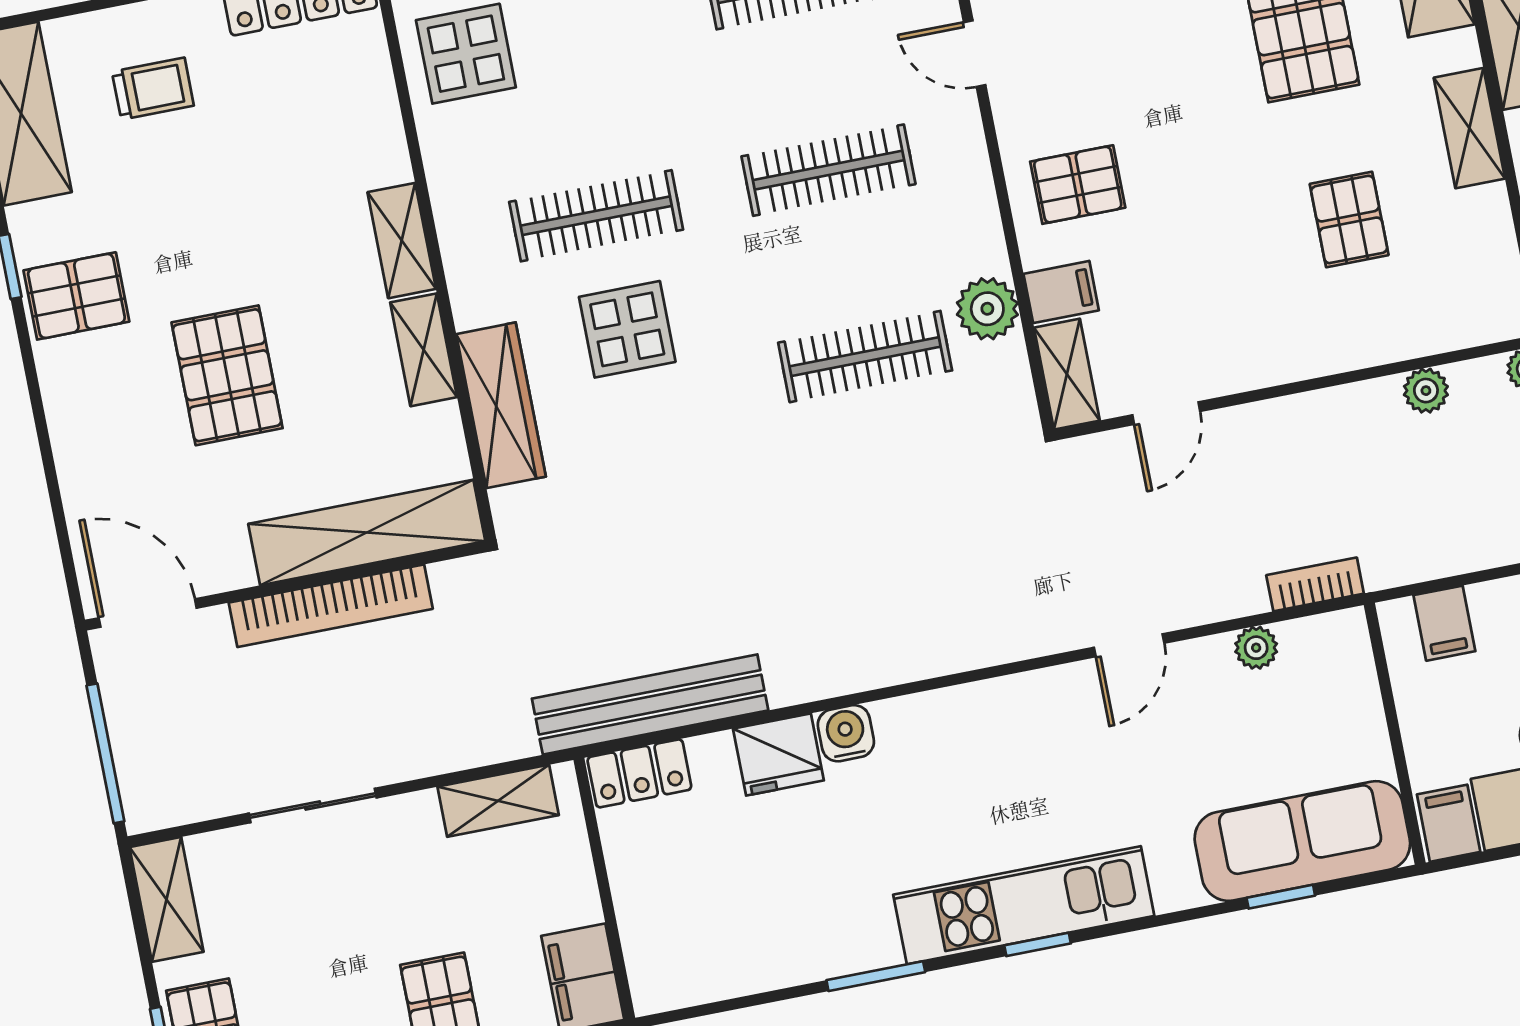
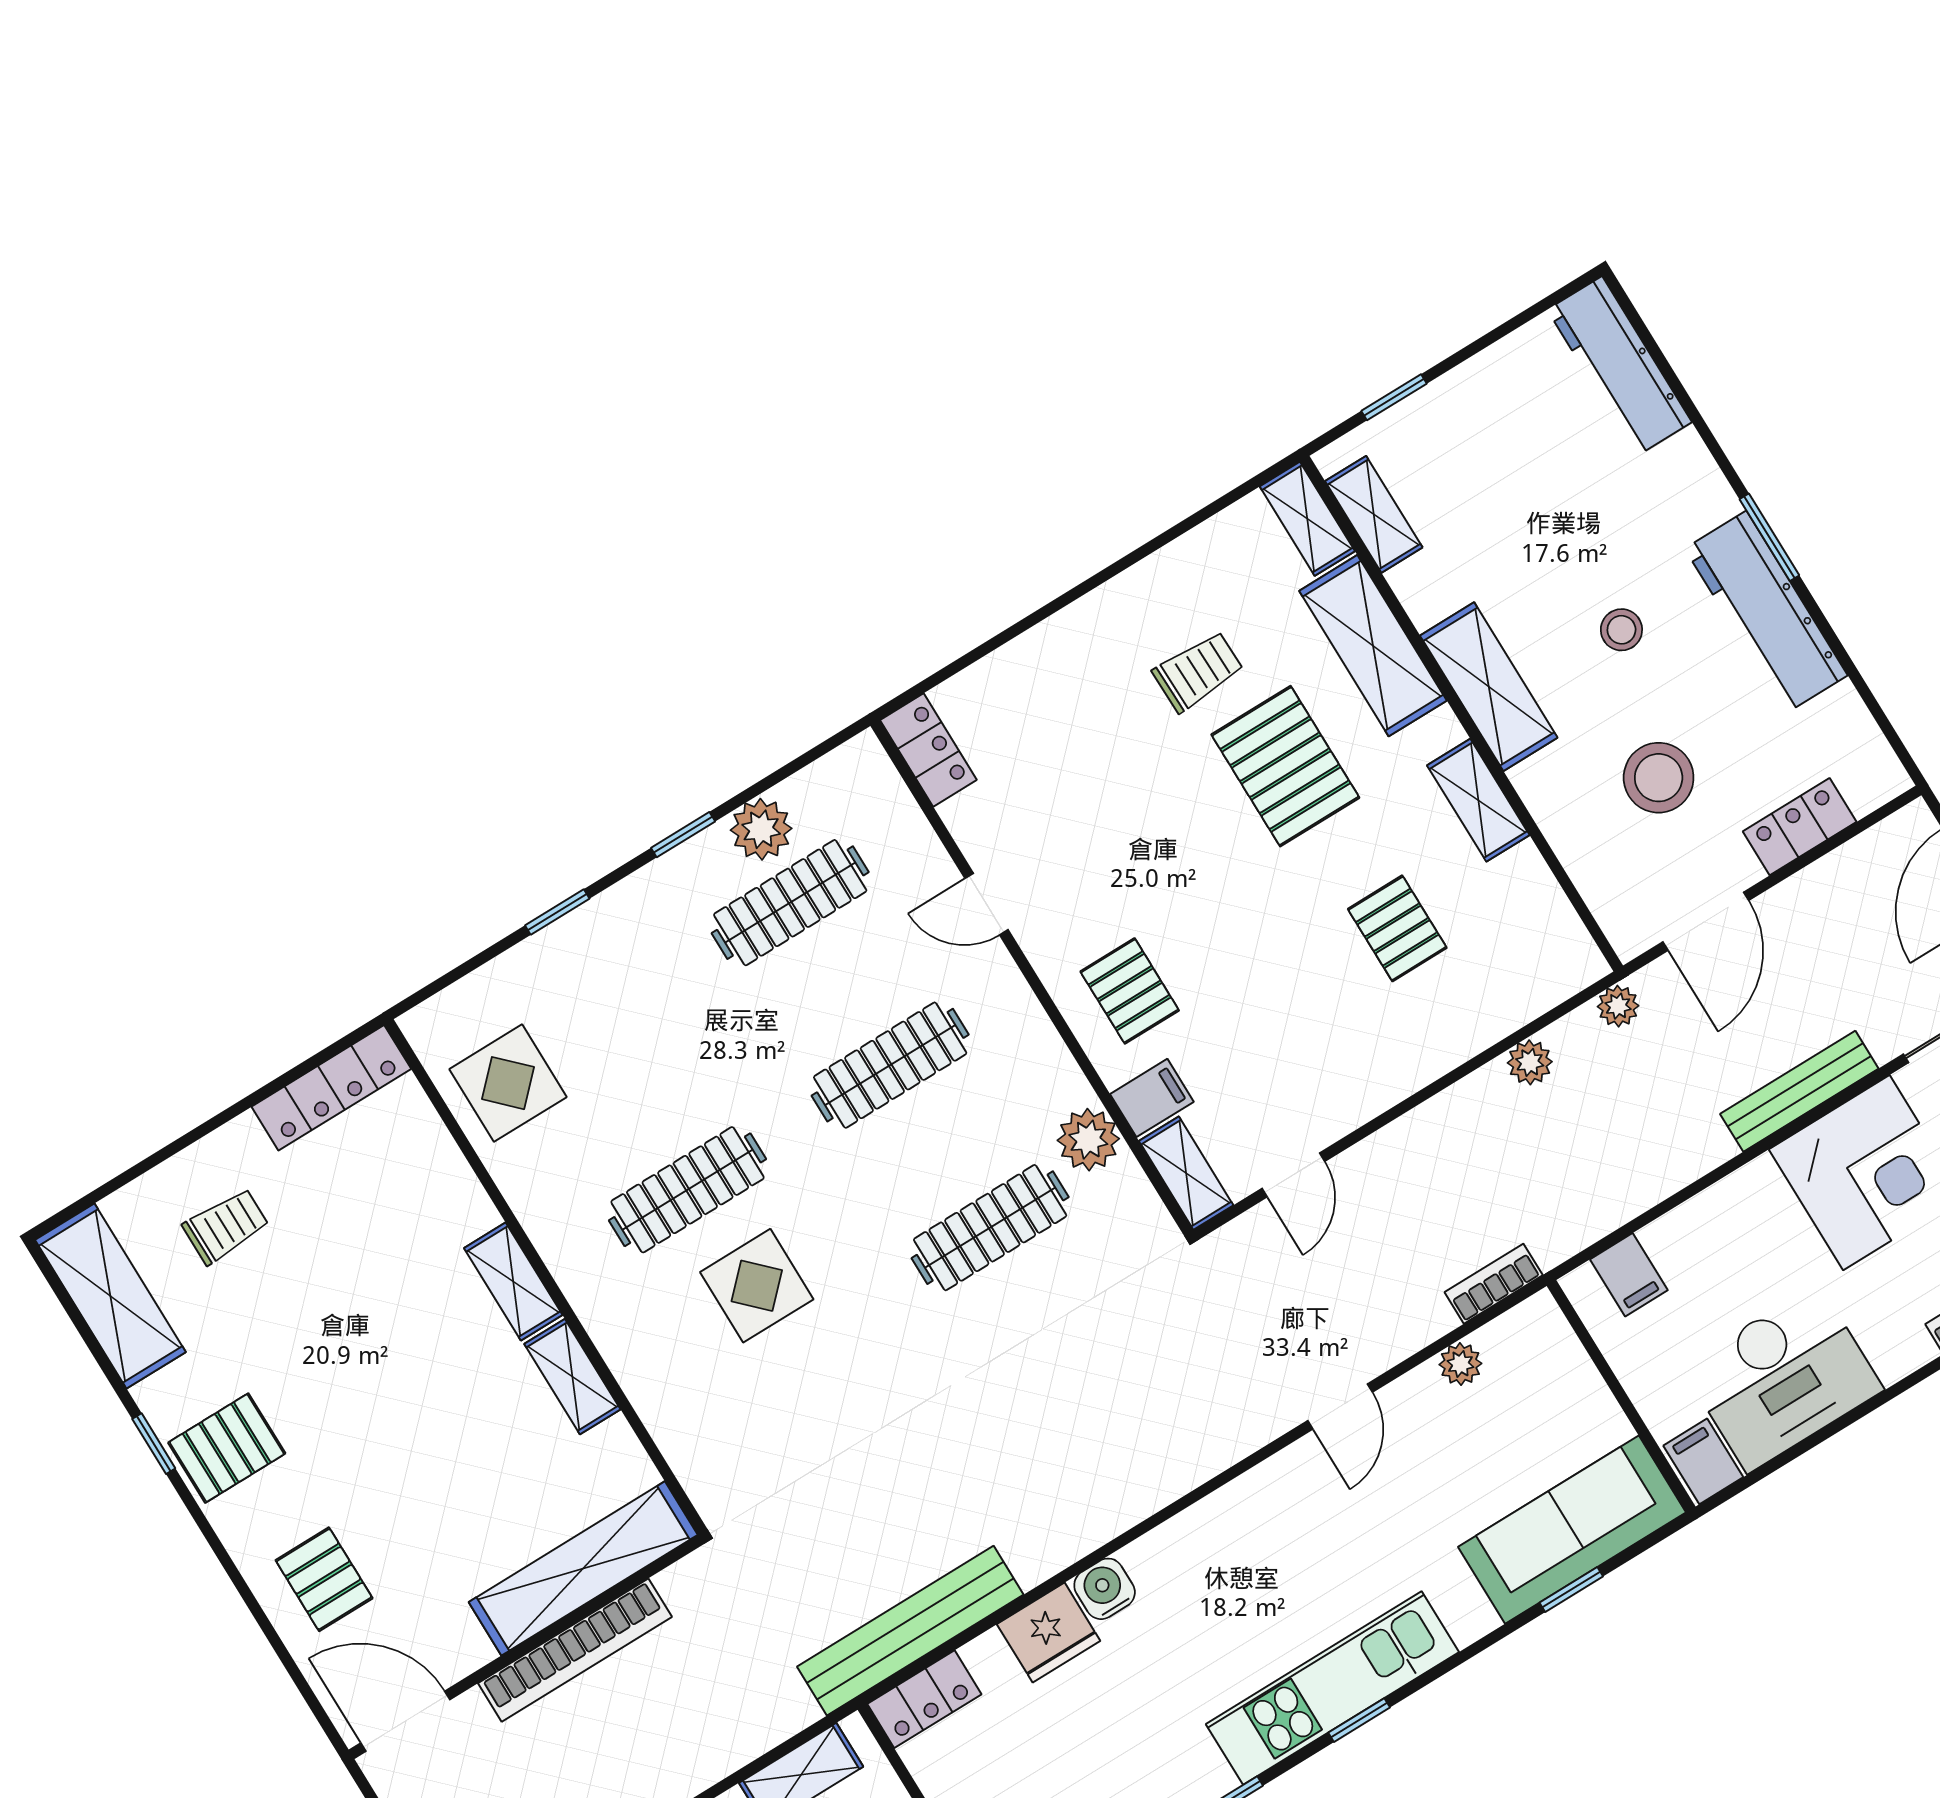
pallet: (1078, 185) -> (1130, 991), turned 90
pallet: (227, 375) -> (324, 1579), moved, width x0.67, depth x0.71
wardrobe: (501, 405) -> (665, 1402), removed

